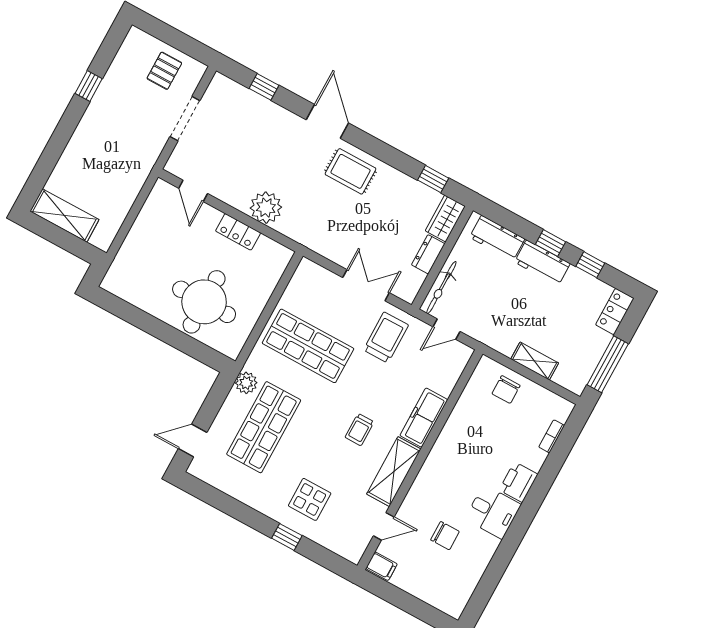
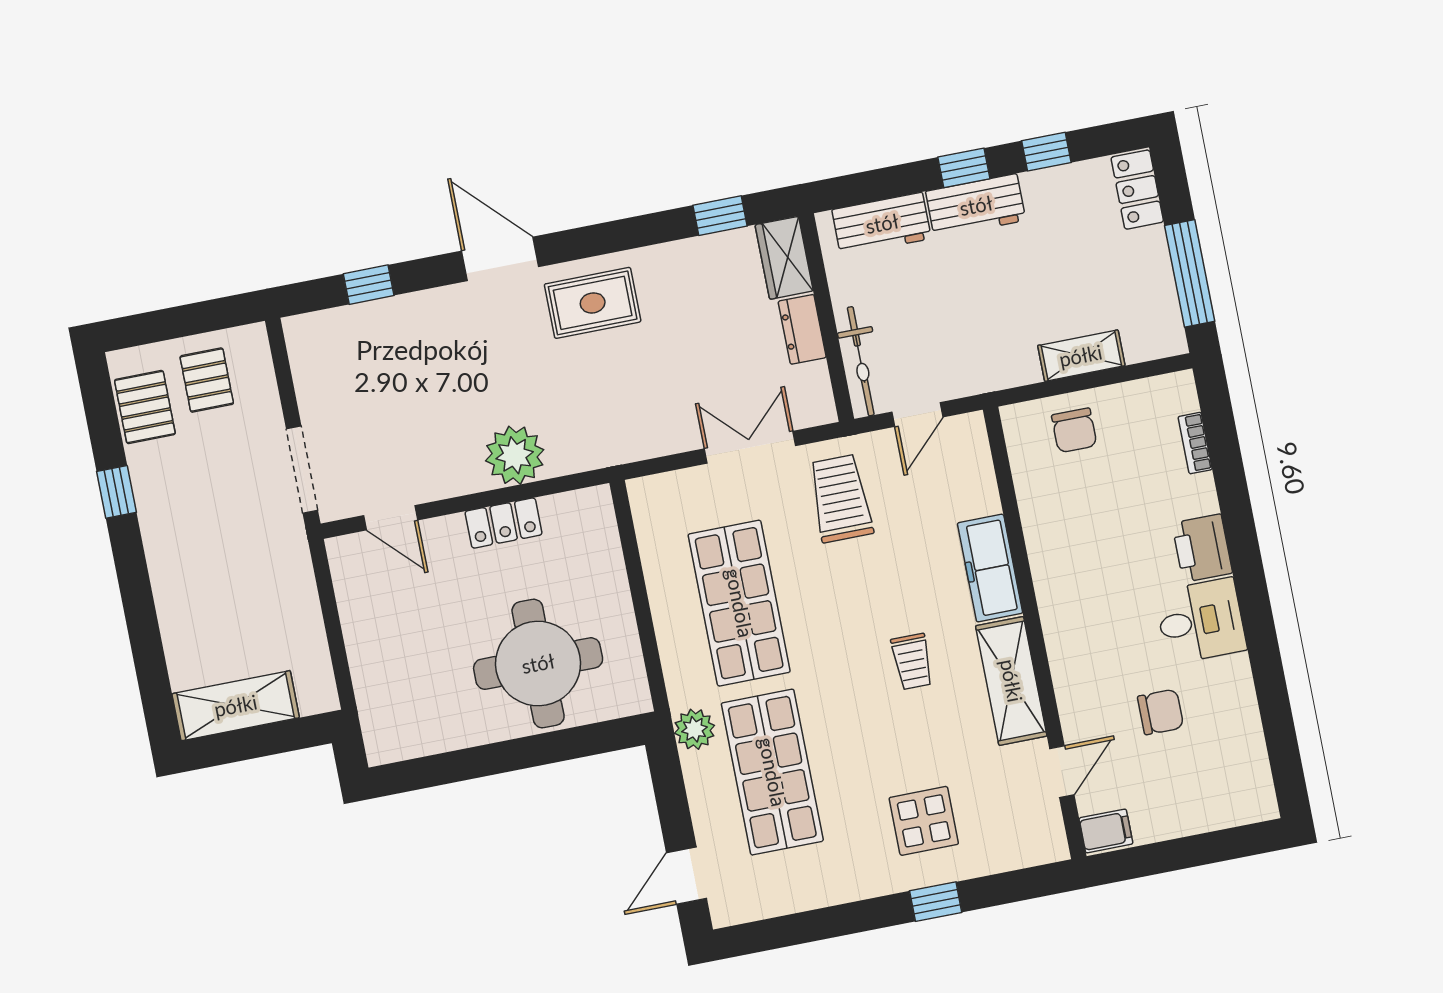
pallet: (130, 61) -> (145, 407), added
doorway: (185, 119) -> (302, 470), moved
shop shelf: (308, 346) -> (739, 603), turned 90

